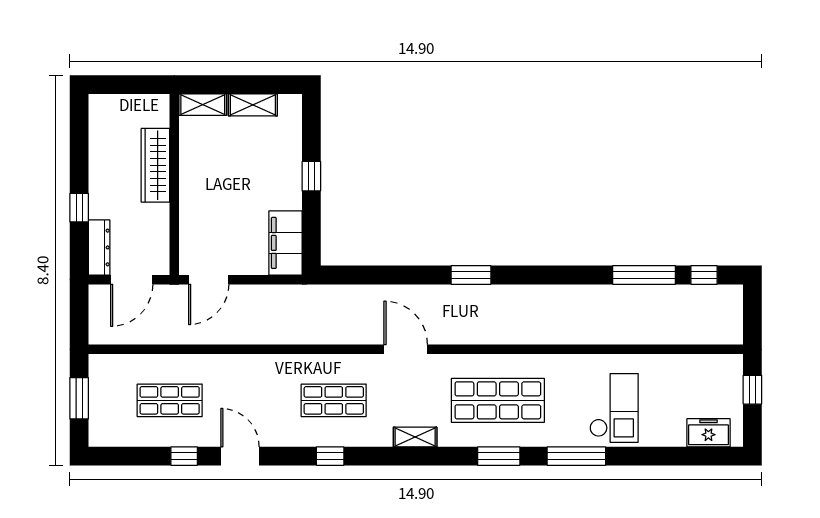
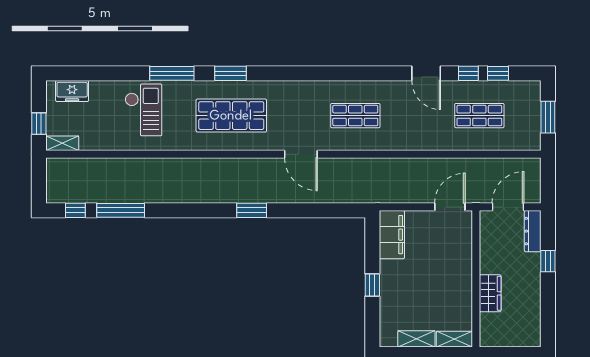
wardrobe: (155, 165) -> (490, 293), width x0.67
checkout: (614, 408) -> (143, 110), turned 180
shelving: (415, 437) -> (62, 143), moved
window: (330, 456) -> (498, 73), moved

